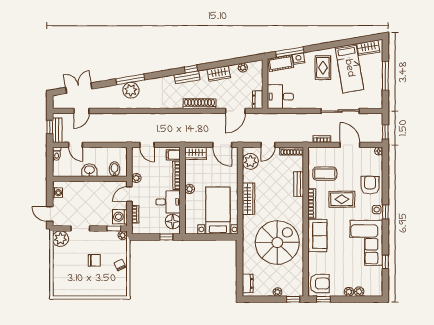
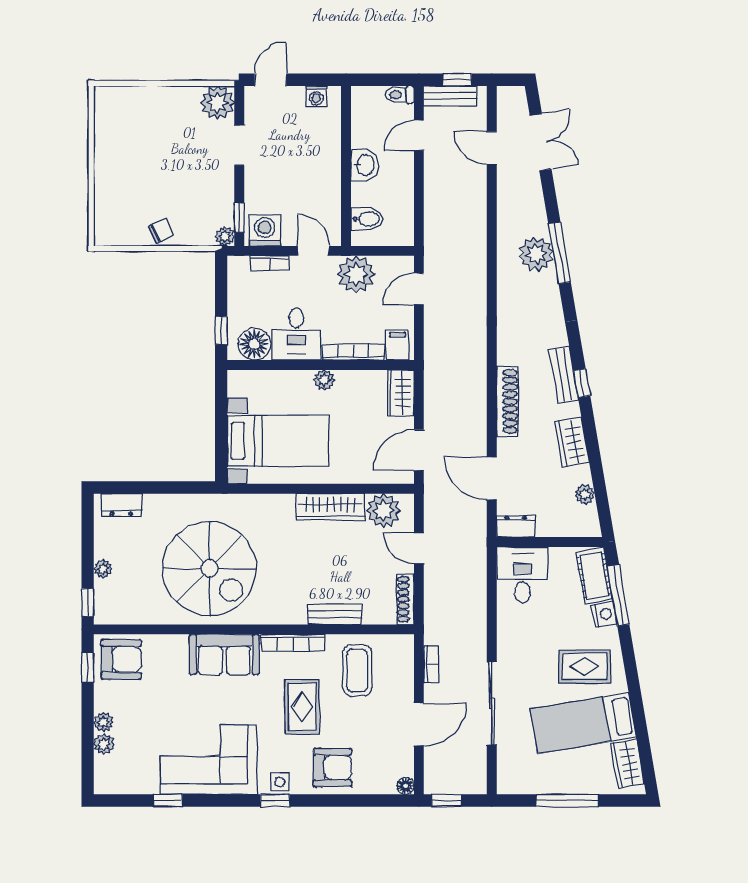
plant: (136, 178) -> (356, 274), width x1.87, depth x1.87
wardrobe: (249, 199) -> (330, 507), moved
chair: (94, 260) -> (171, 175), removed
armchair: (320, 284) -> (121, 659), turned -90

